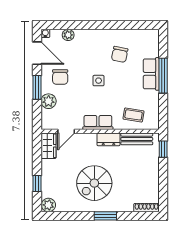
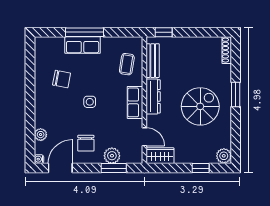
chair: (60, 77) -> (86, 143), turned 90
window: (37, 87) -> (114, 168), moved
dresser: (108, 139) -> (153, 96), width x1.44
spiral stairs: (94, 183) -> (200, 106), turned -90

